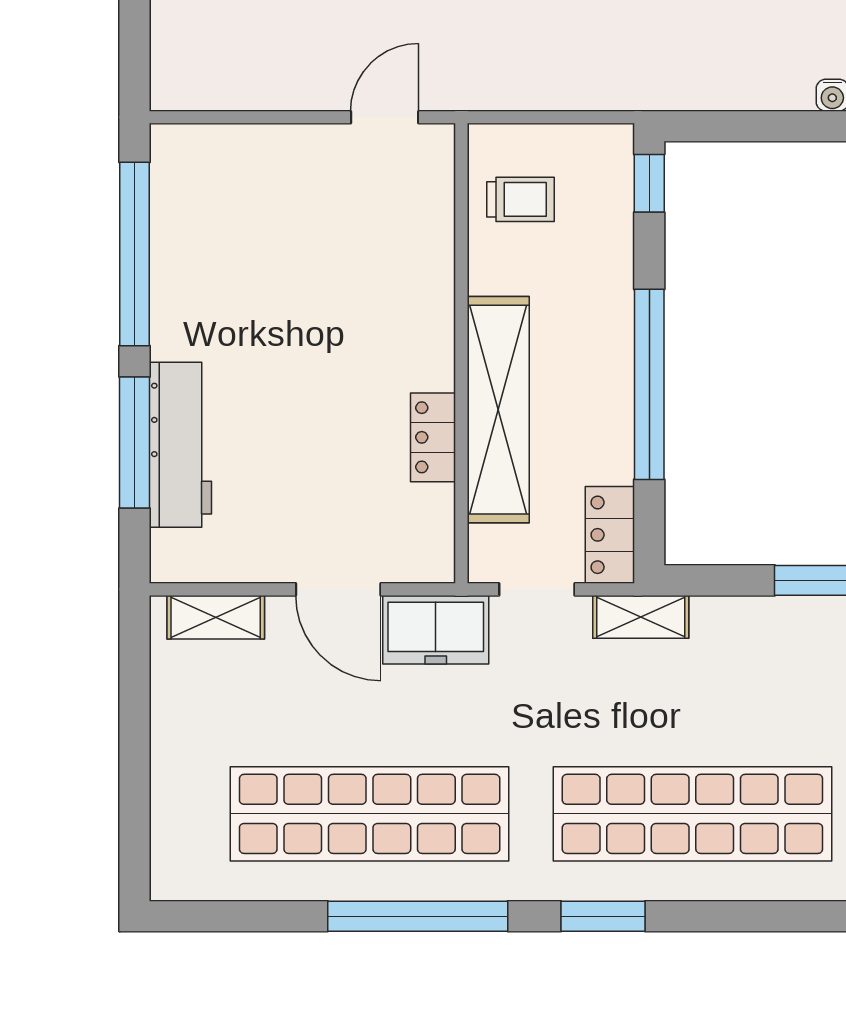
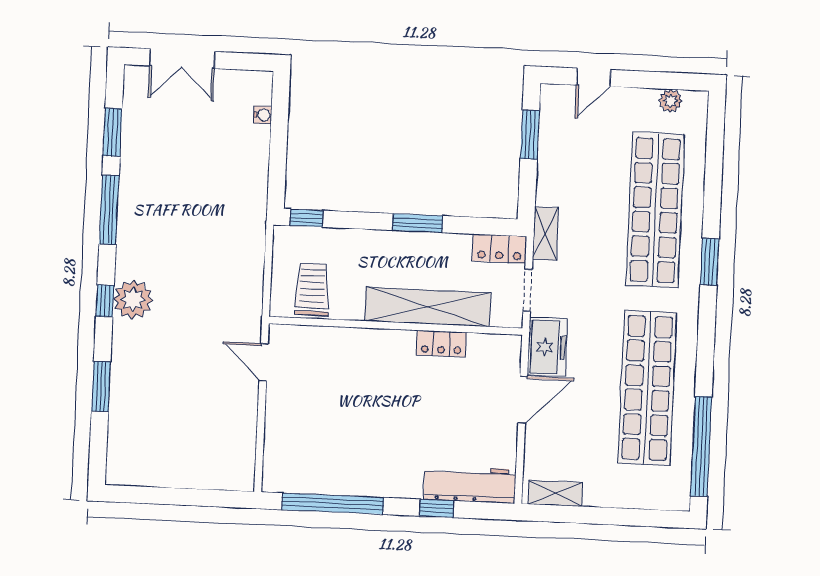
trolley: (520, 199) -> (312, 289), width x1.36, depth x1.39
window: (649, 384) -> (417, 223), width x0.47
window: (134, 442) -> (437, 508), width x0.46
workbench: (180, 445) -> (470, 484), moved
shelving: (216, 617) -> (555, 493), moved, turned 90
window: (418, 916) -> (701, 446), moved

